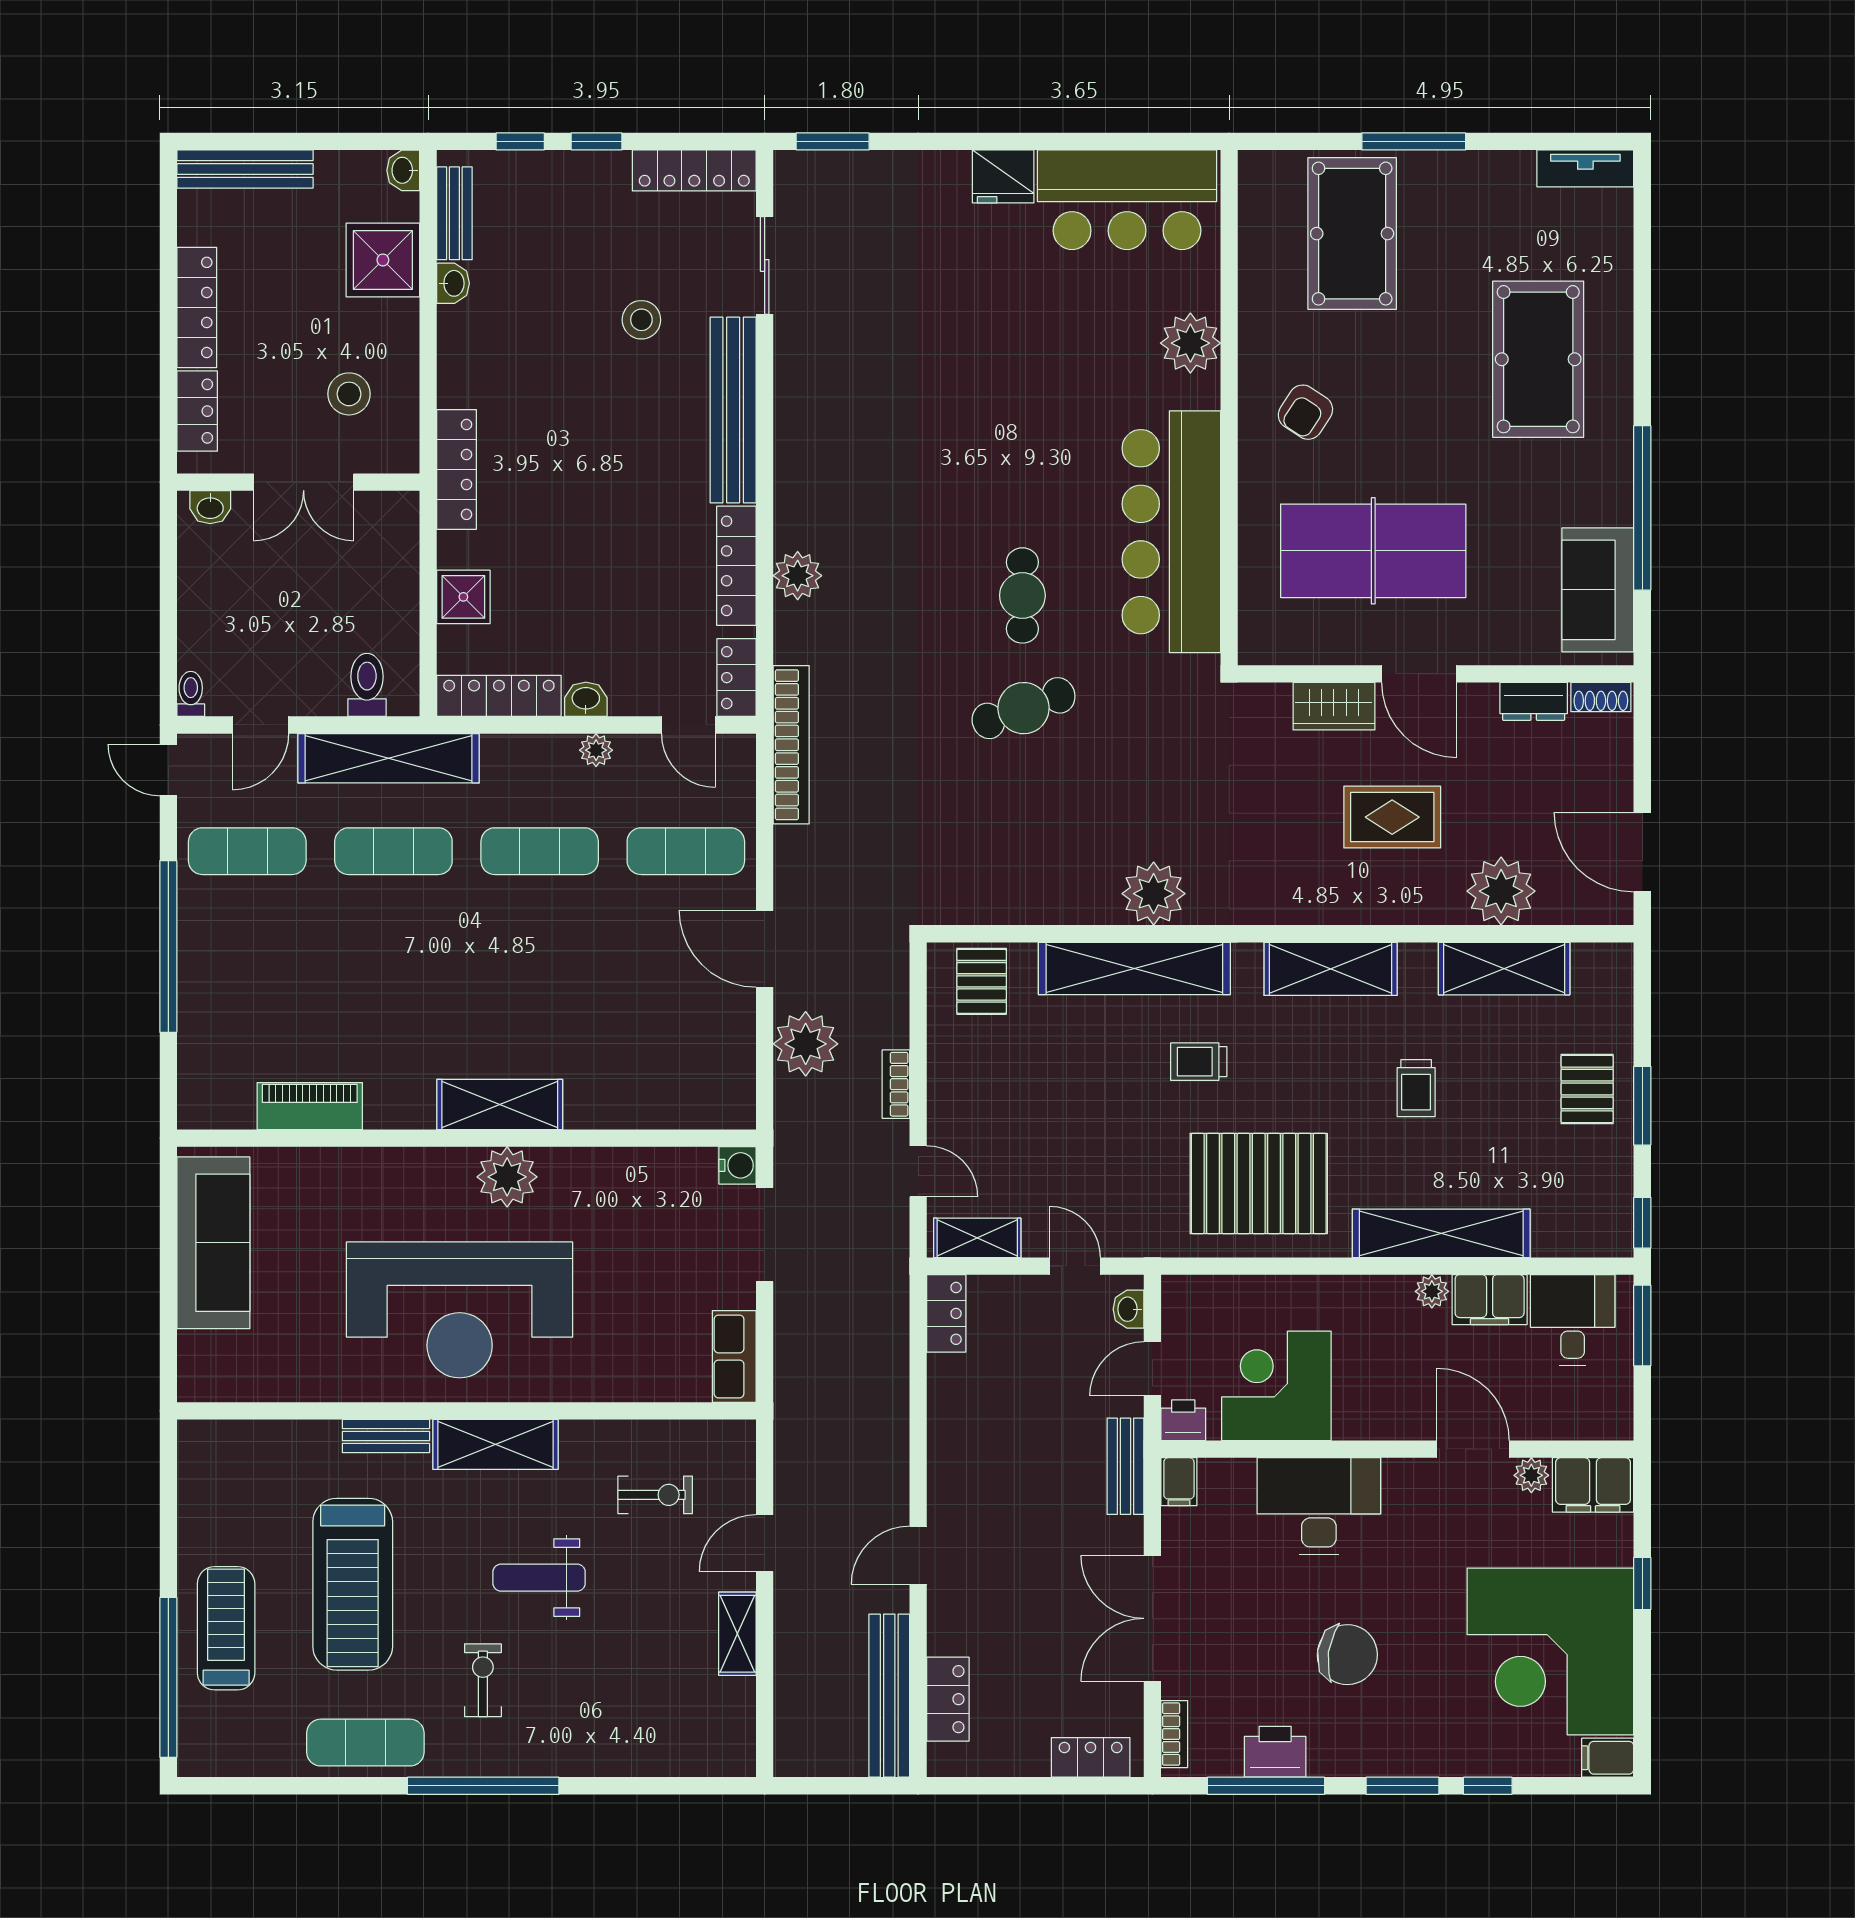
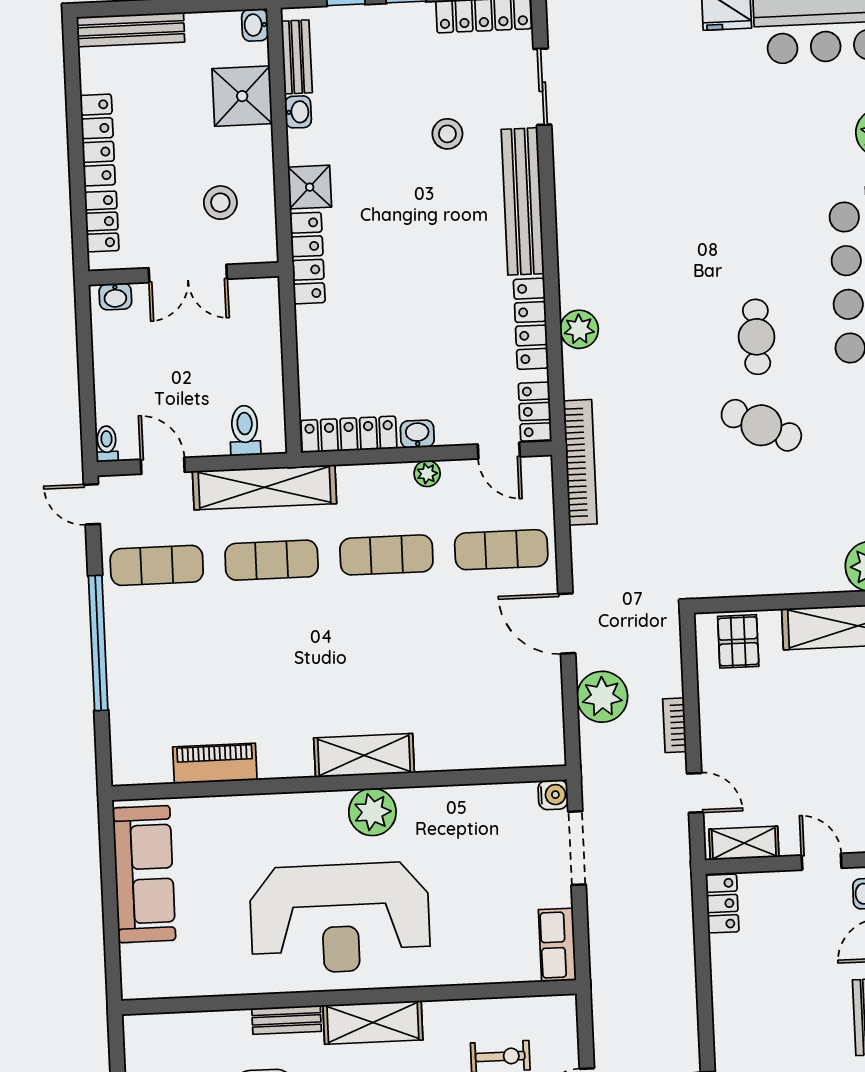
shower: (463, 597) -> (310, 187), moved
cafe table: (1024, 708) -> (761, 425), turned 46
door: (261, 725) -> (163, 466), swing flipped

